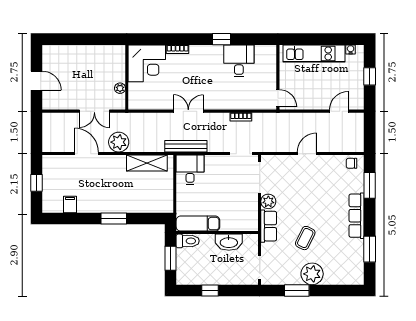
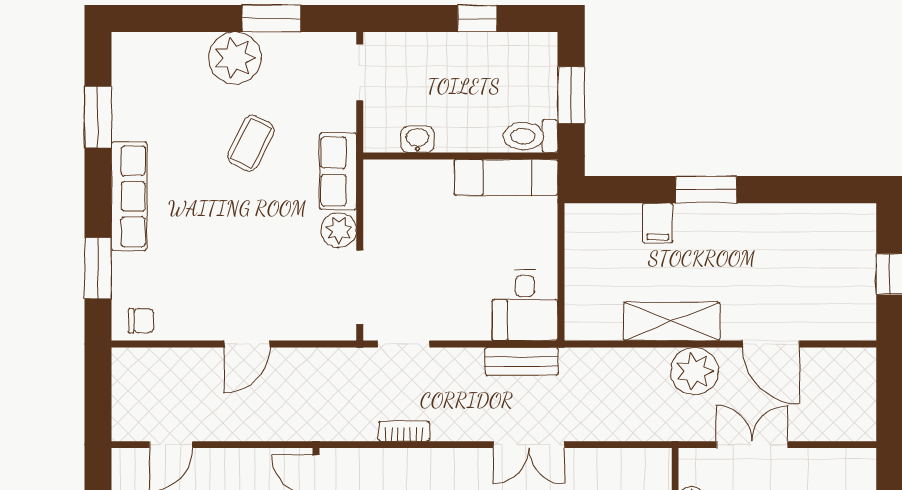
bench: (186, 146) -> (522, 361), width x0.73
shelving: (147, 163) -> (672, 321), moved
filing cabinet: (70, 204) -> (658, 223), moved
washbasin: (229, 242) -> (417, 139), width x0.52, depth x0.69

